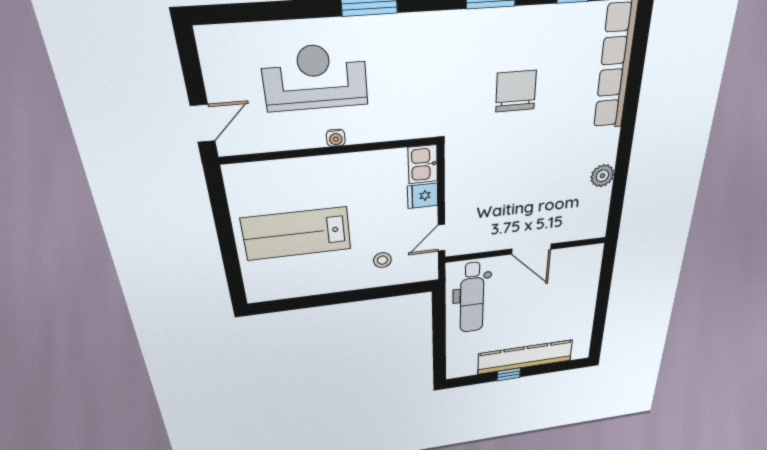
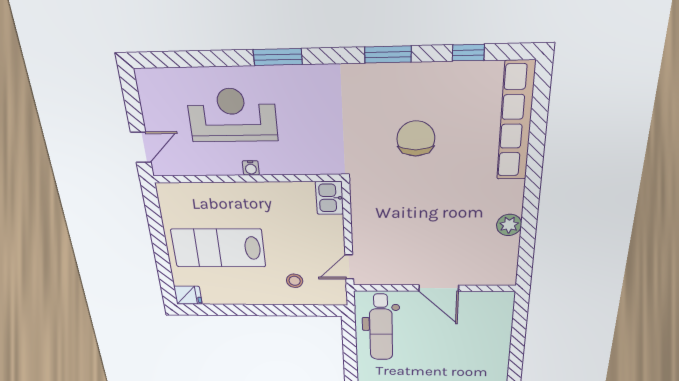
fridge: (423, 196) -> (188, 295), moved, turned 180

